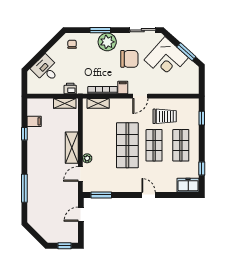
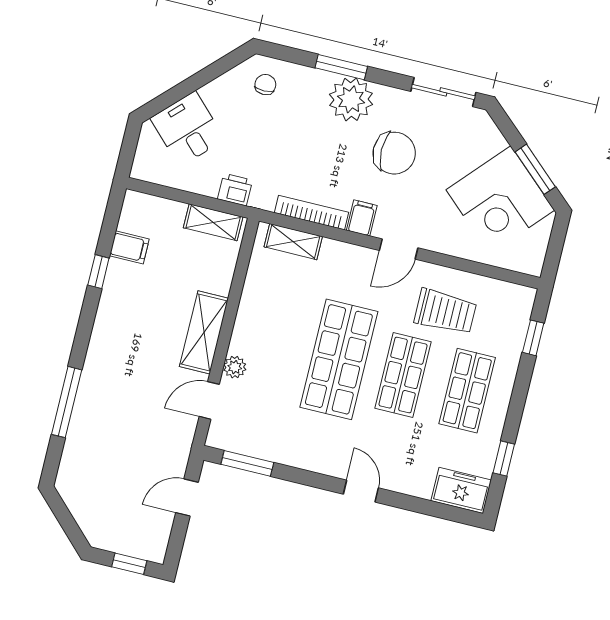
corner desk: (166, 59) -> (500, 200), moved

